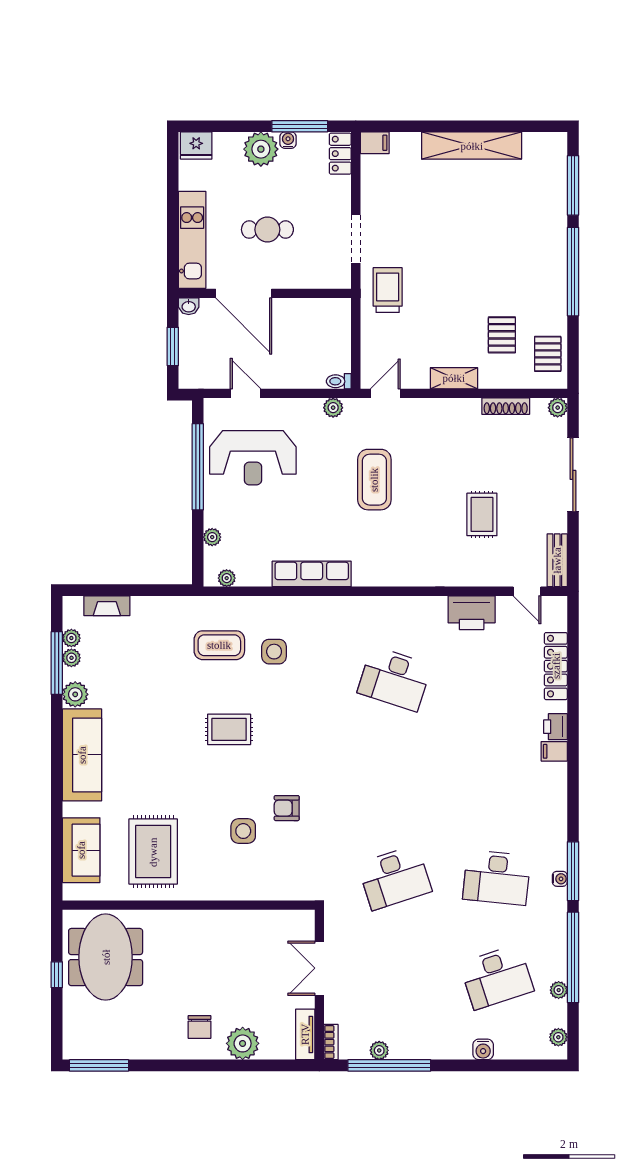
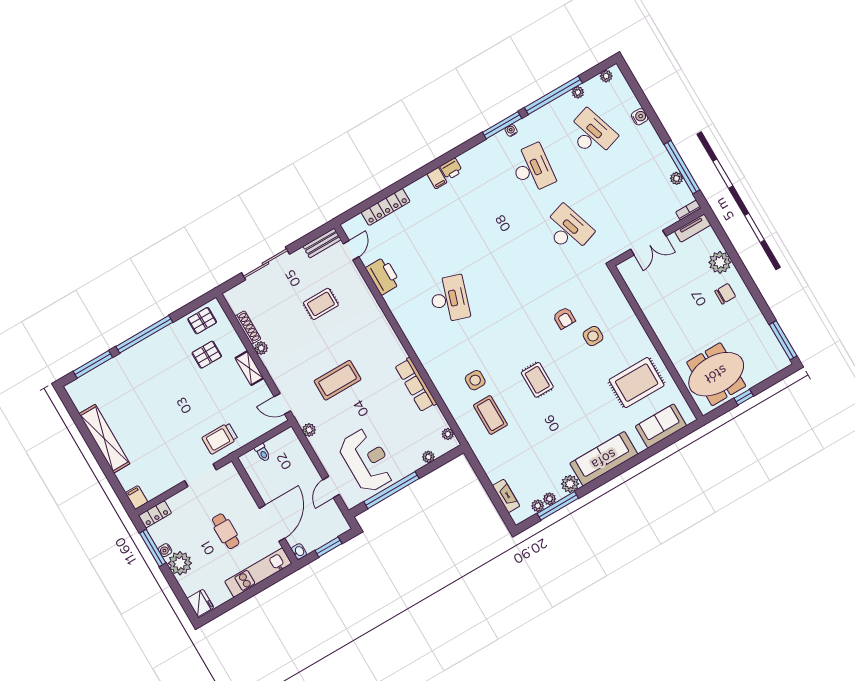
toilet: (339, 381) -> (262, 453), moved
plant: (558, 408) -> (261, 348), moved
printer: (555, 727) -> (451, 169), moved

